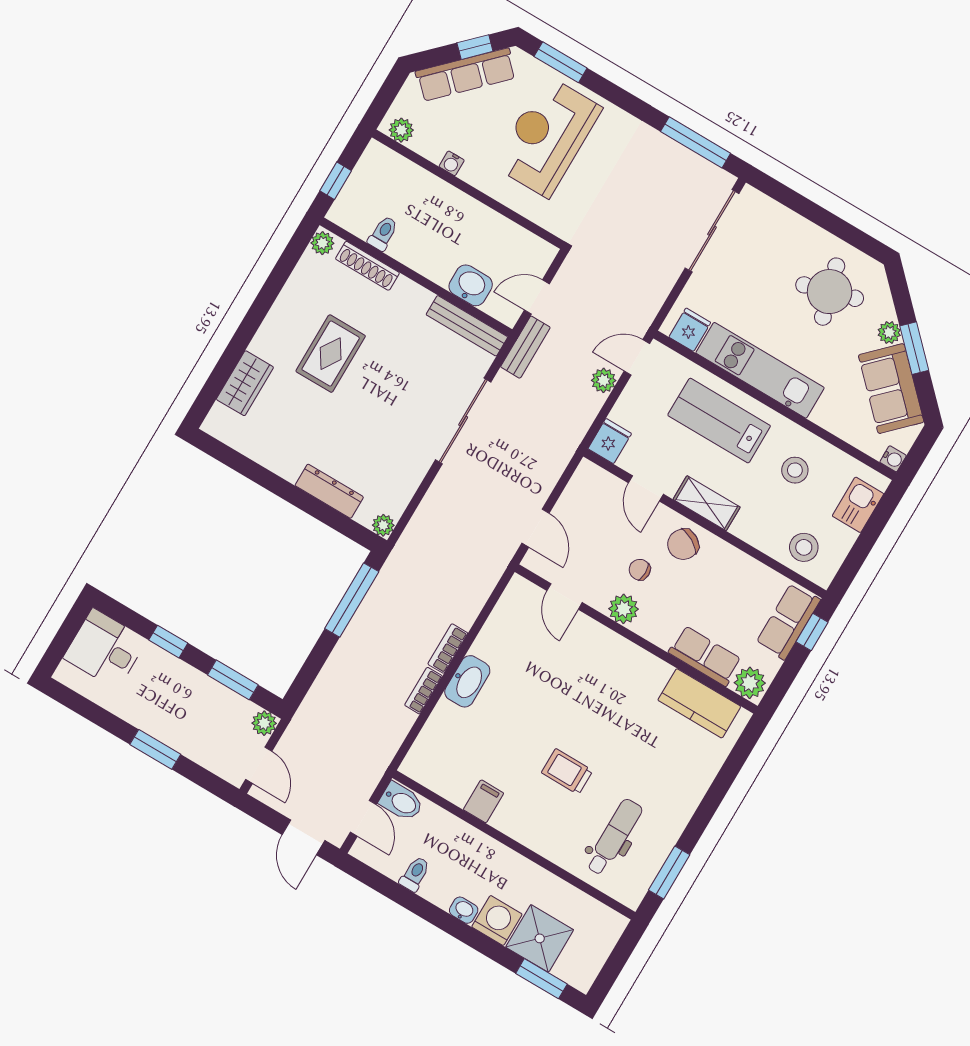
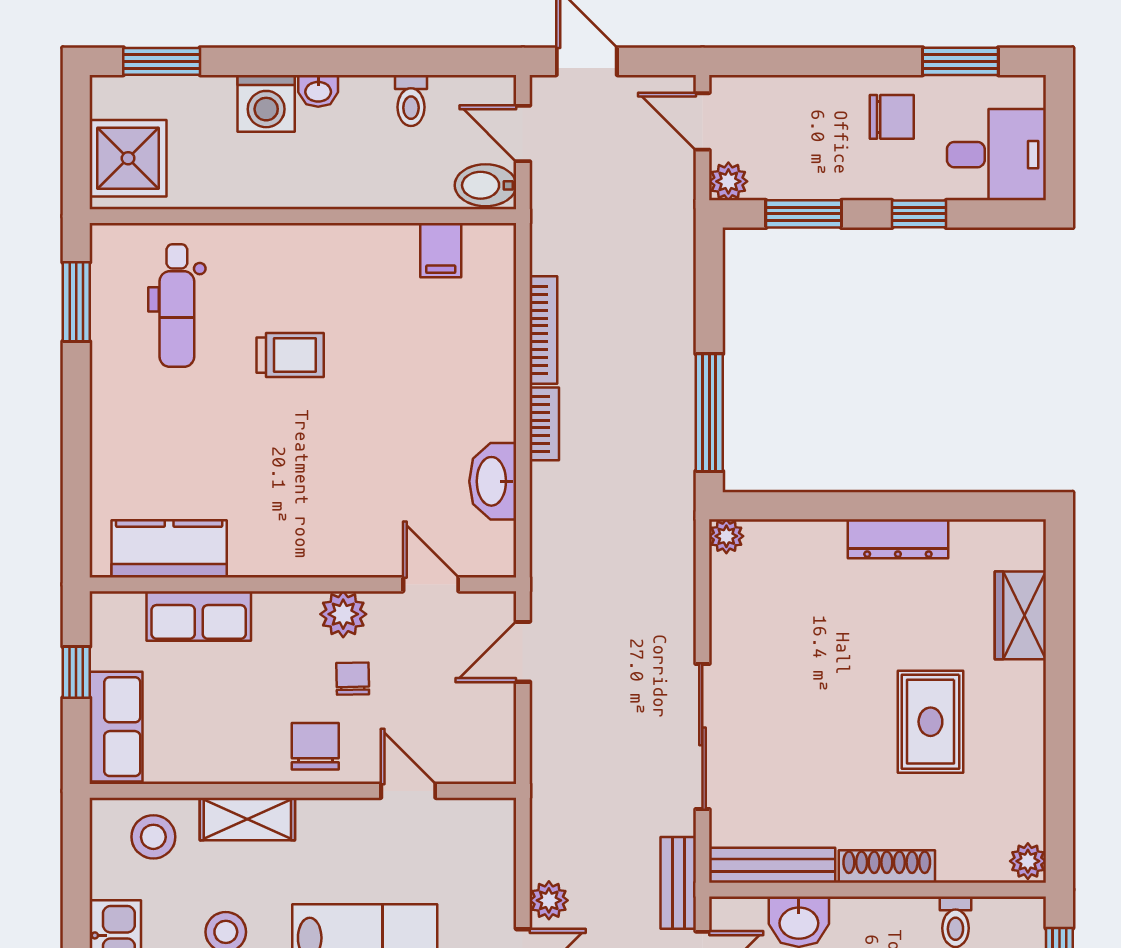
shoe rack: (367, 266) -> (887, 867), moved
fridge: (610, 441) -> (493, 825), removed
dresser: (329, 491) -> (898, 539), moved
shelving: (707, 503) -> (247, 819), moved
door: (535, 528) -> (523, 652), hinge flipped
chair: (683, 544) -> (315, 746), turned -30
chair: (640, 570) -> (353, 679), turned -91
window: (812, 632) -> (76, 672), moved
washbasin: (467, 681) -> (493, 481), moved
plant: (750, 683) -> (119, 615), removed
bookcase: (423, 691) -> (543, 330), width x1.56
chair: (151, 705) -> (892, 117), added
window: (155, 749) -> (960, 61), moved
filing cabinet: (484, 801) -> (441, 250), moved
shower: (540, 938) -> (128, 158), moved

